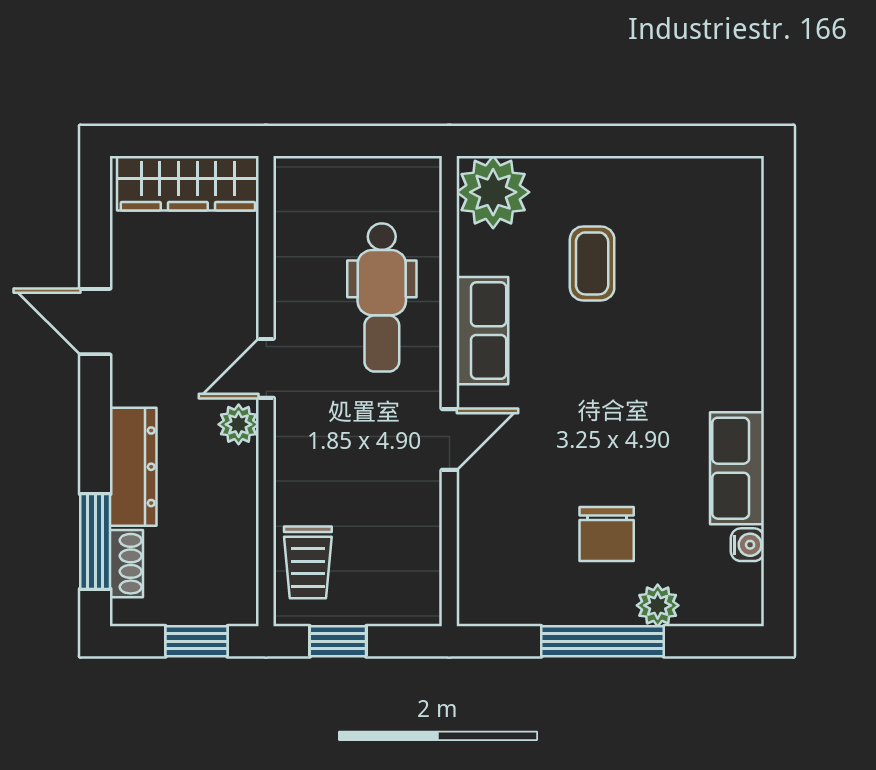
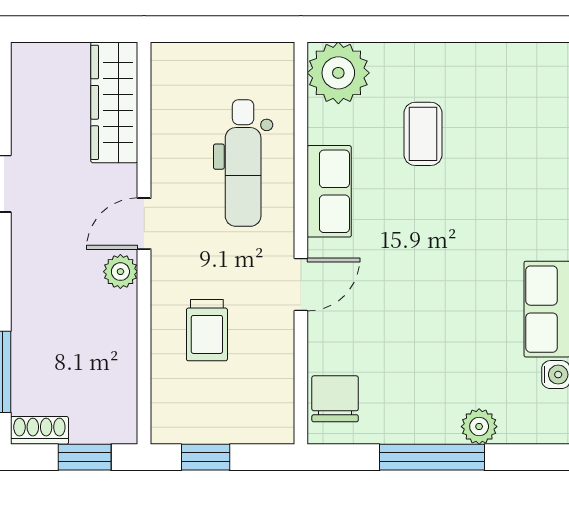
wardrobe: (188, 183) -> (114, 102), moved, turned 90
dresser: (133, 467) -> (30, 308), removed
chair: (607, 534) -> (335, 399), moved, turned 180
trolley: (308, 562) -> (207, 330), moved
shoe rack: (126, 564) -> (39, 430), moved, turned -90

